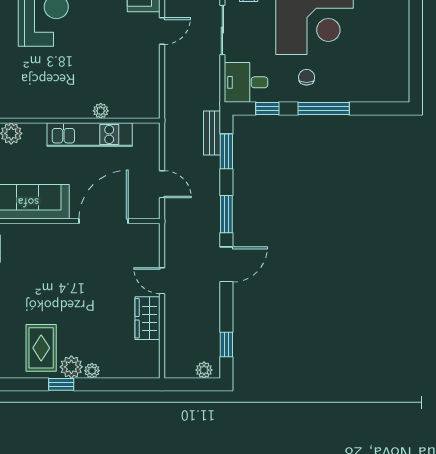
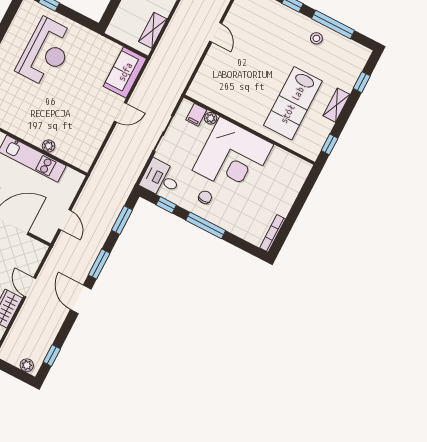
bookcase: (404, 79) -> (273, 233), added
bench: (212, 133) -> (118, 202), removed
door: (226, 264) -> (81, 299), swing flipped

